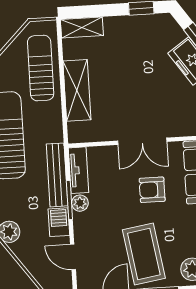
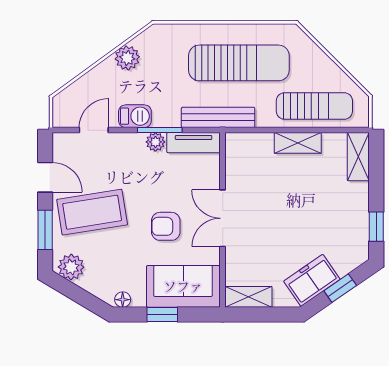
shelving: (77, 90) -> (298, 143), width x0.67, depth x0.75
bench: (57, 175) -> (218, 117), moved
armchair: (152, 190) -> (166, 226), turned -90

